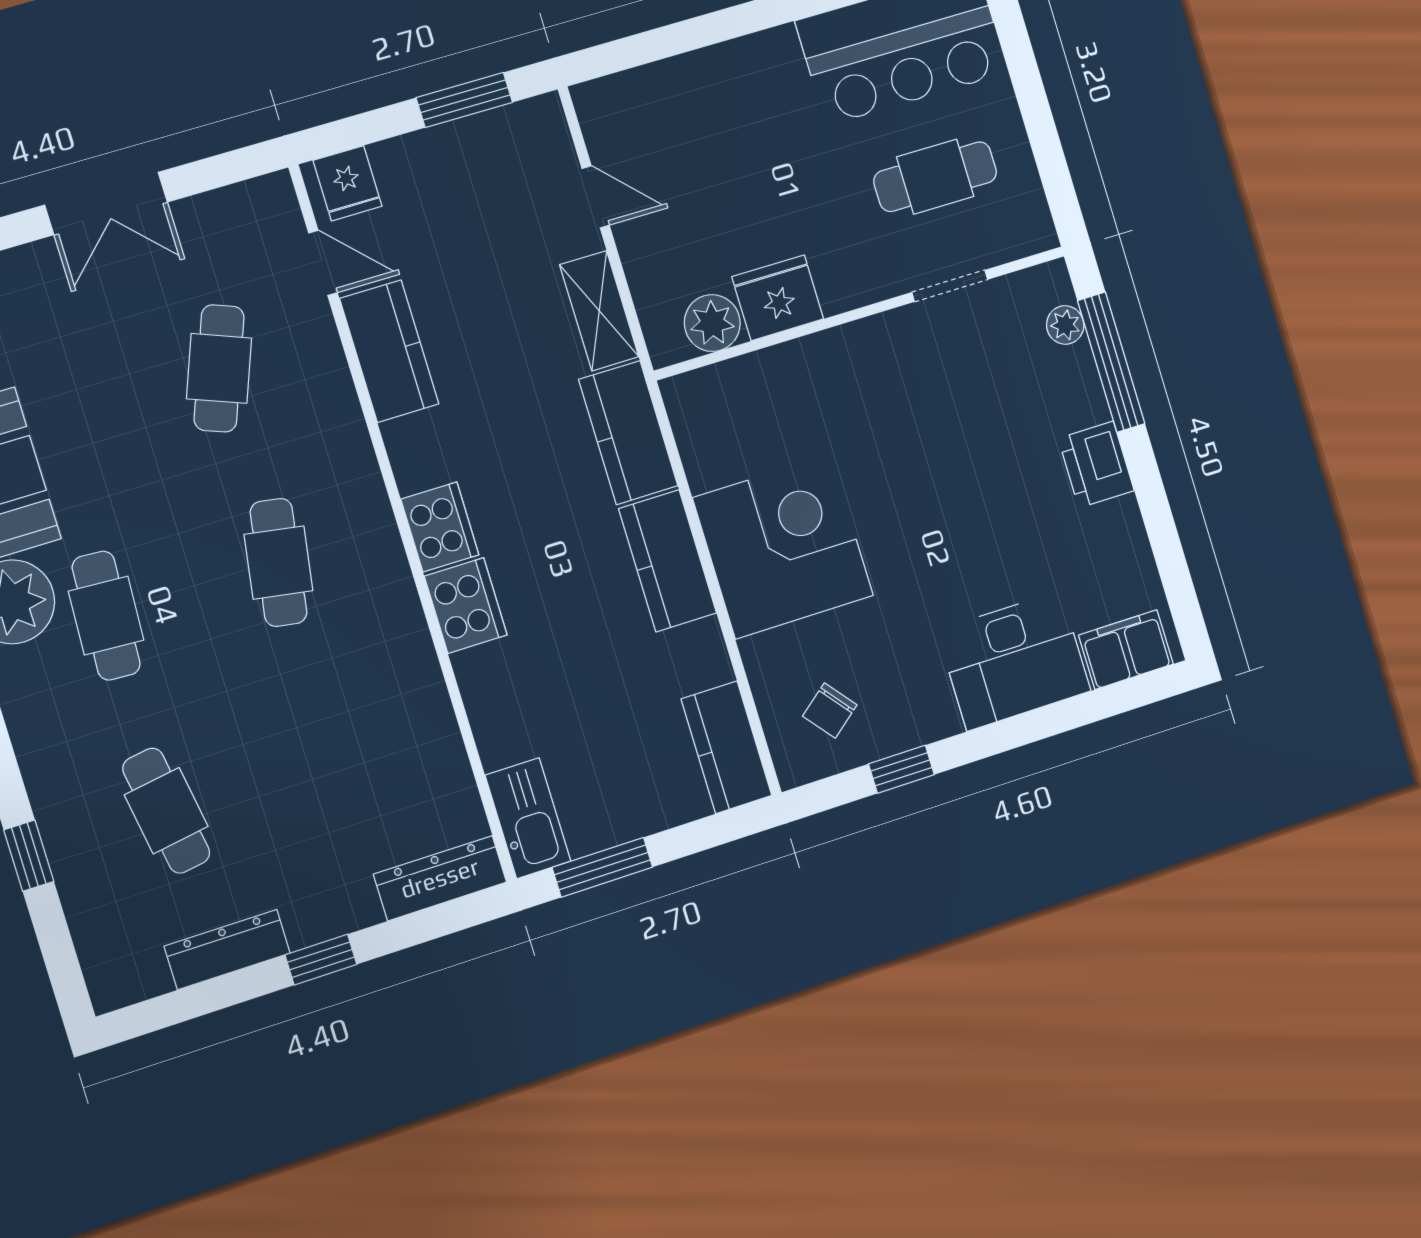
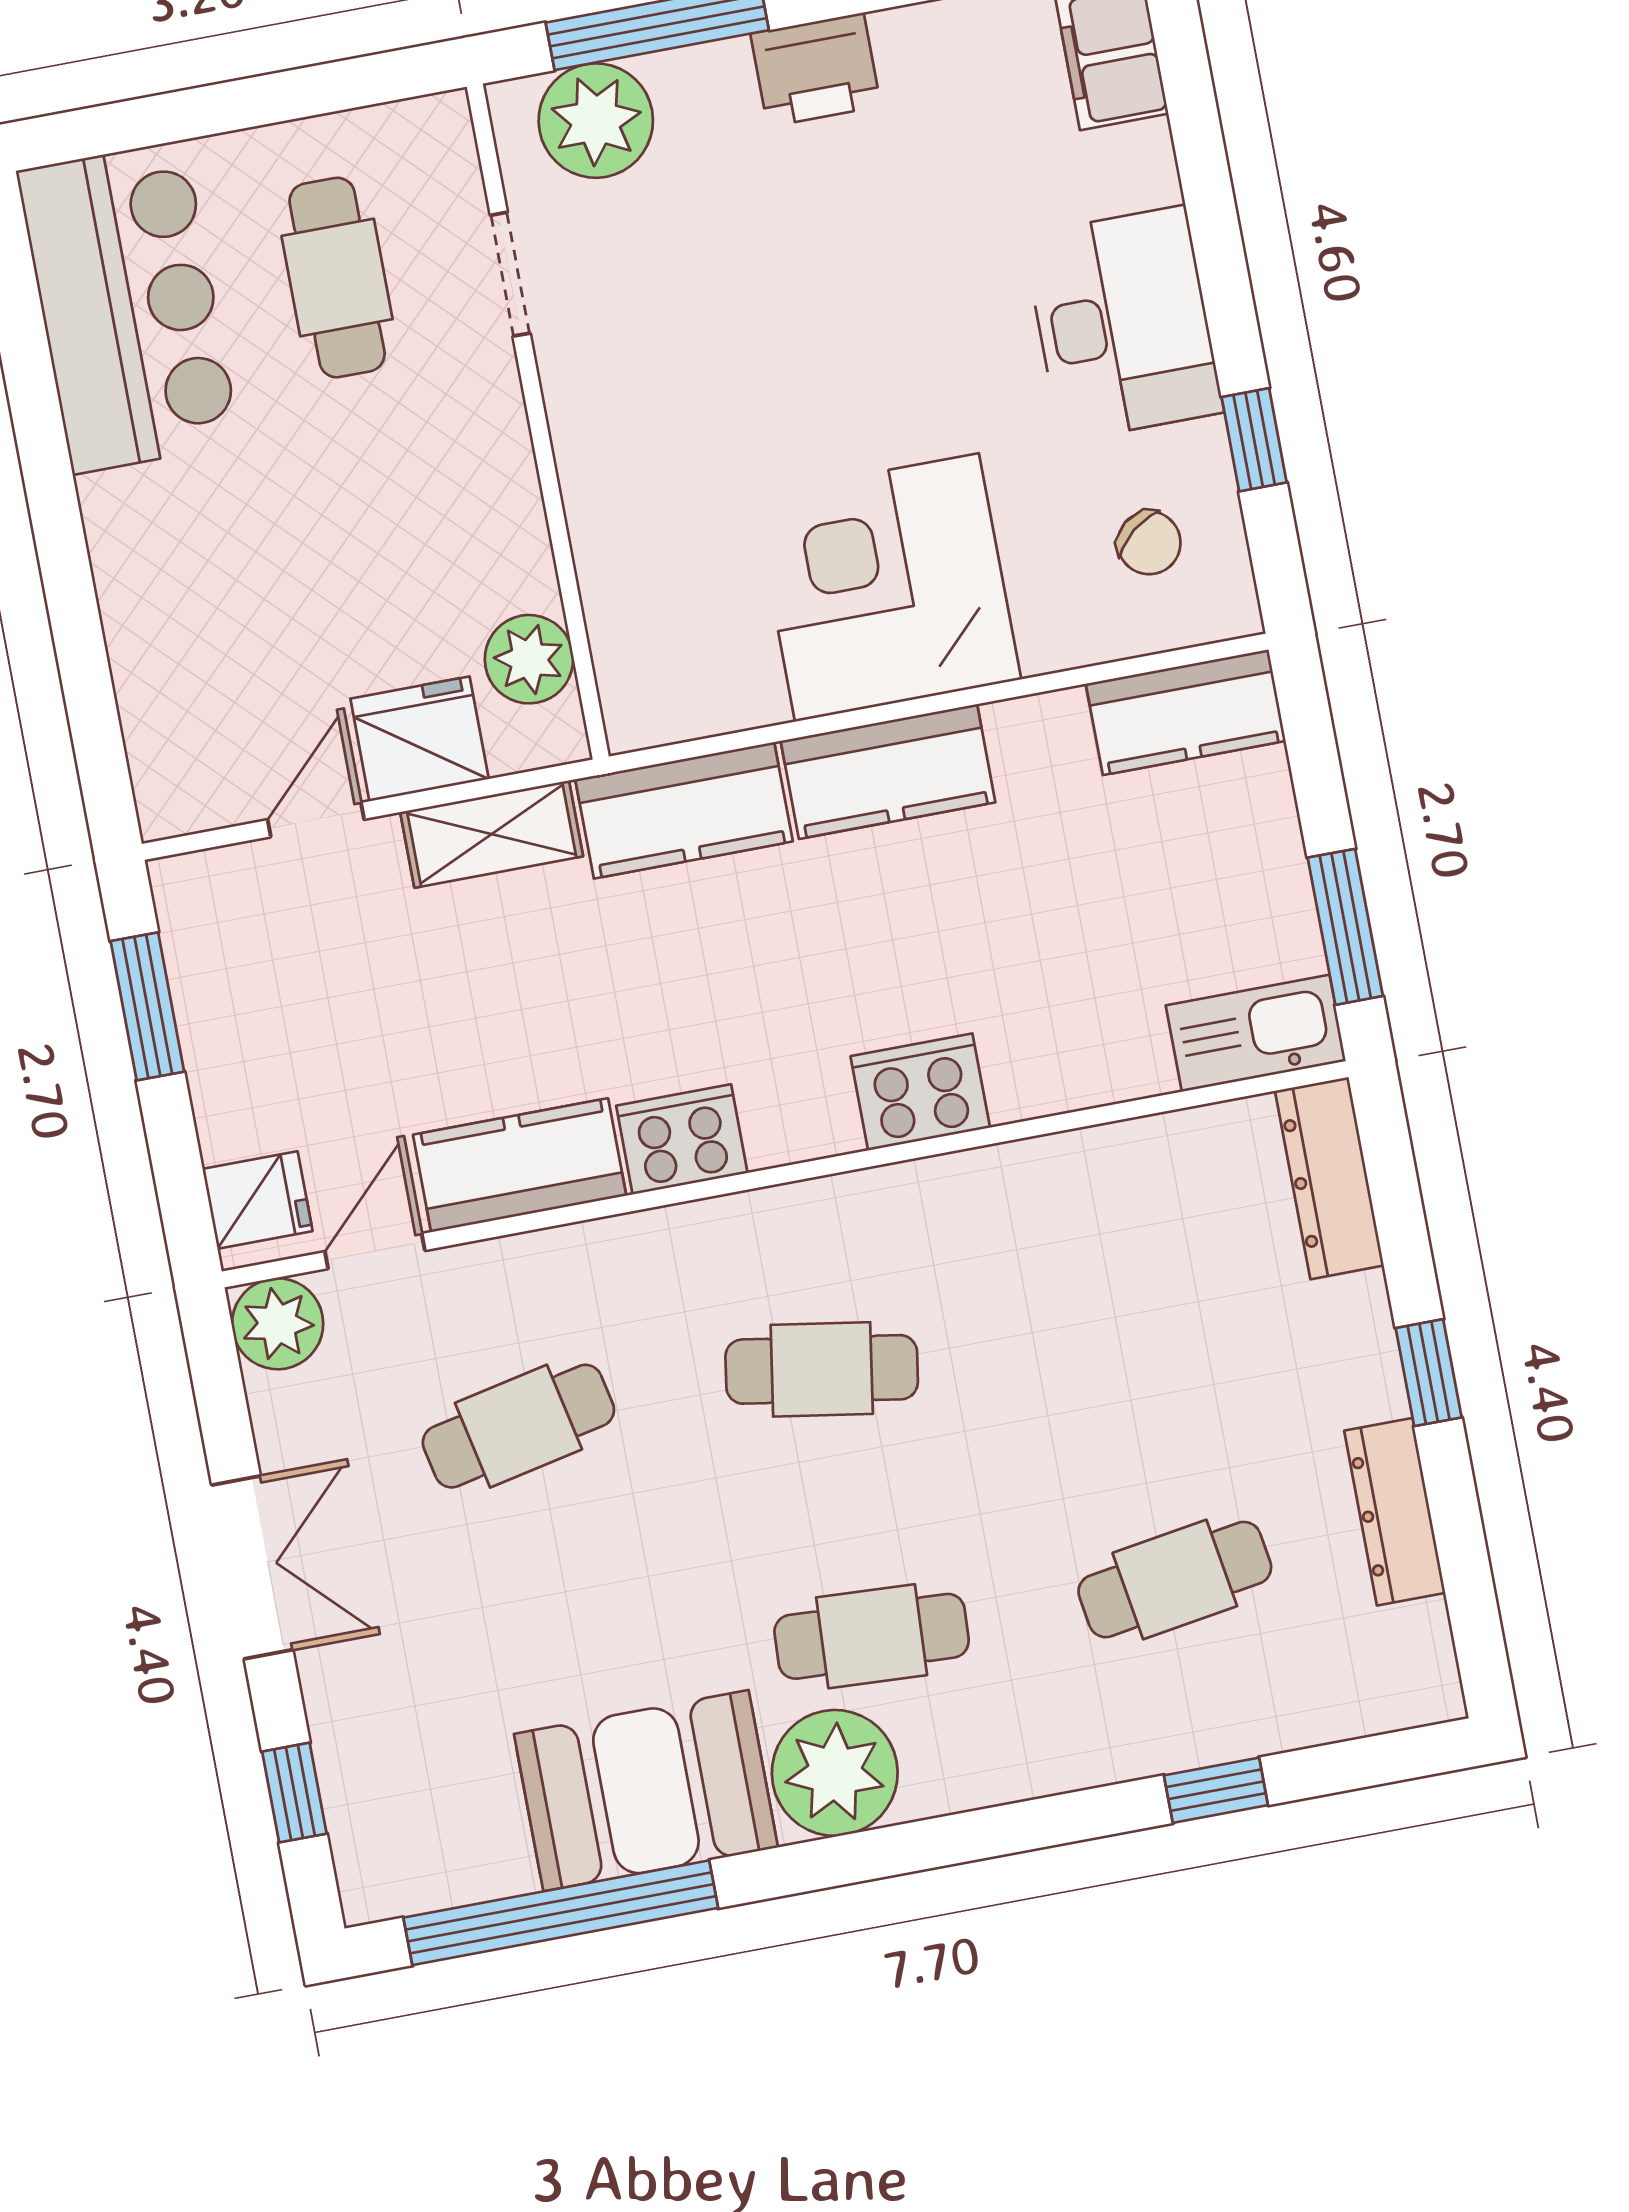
plant: (268, 204) -> (278, 1324), added
fridge: (778, 298) -> (420, 739), moved, turned 90
plant: (1065, 325) -> (596, 121), width x1.88, depth x1.88
cafe table: (219, 368) -> (518, 1426), turned -33
cooker: (440, 527) -> (682, 1139), moved
desk: (1014, 661) -> (1123, 324), moved

